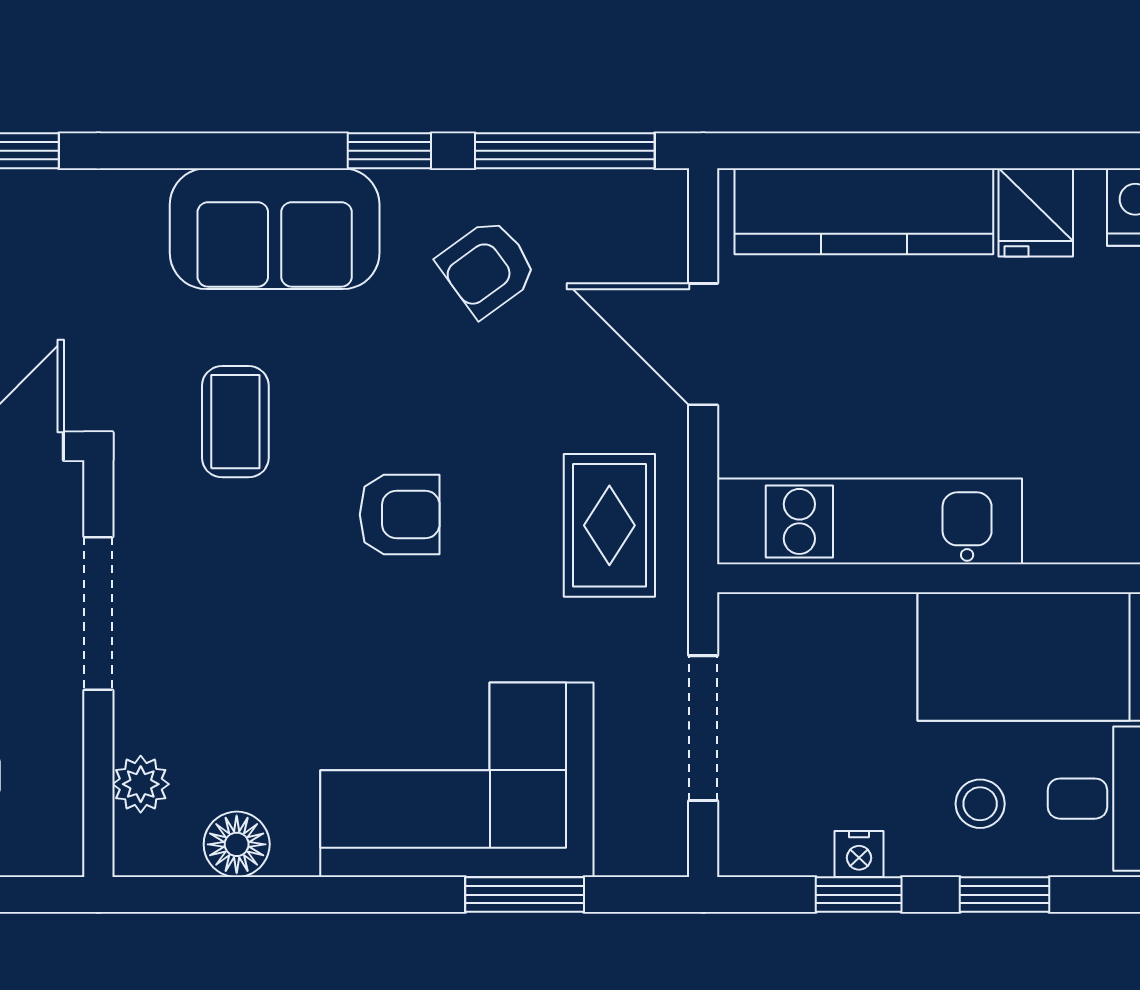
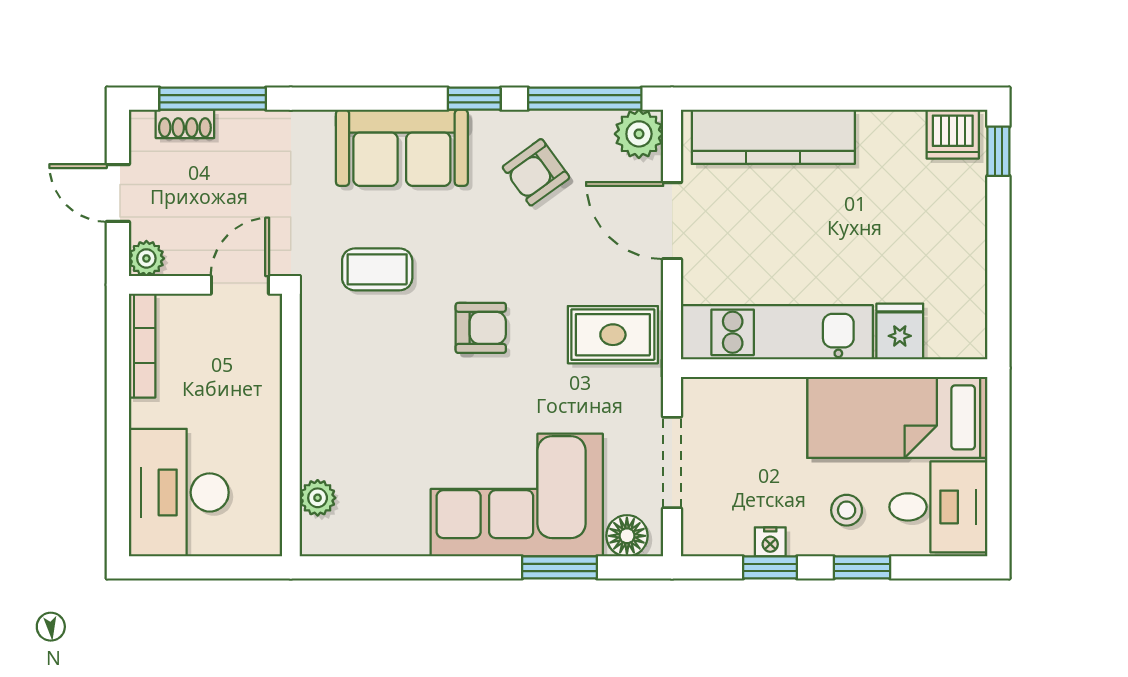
plant: (651, 207) -> (639, 134), added
fridge: (1036, 212) -> (900, 331), moved, turned 180
coffee table: (235, 422) -> (377, 269), turned 90
rug: (609, 525) -> (613, 335), turned 90
doorway: (98, 613) -> (291, 390), removed
floor lamp: (237, 844) -> (627, 536), moved

